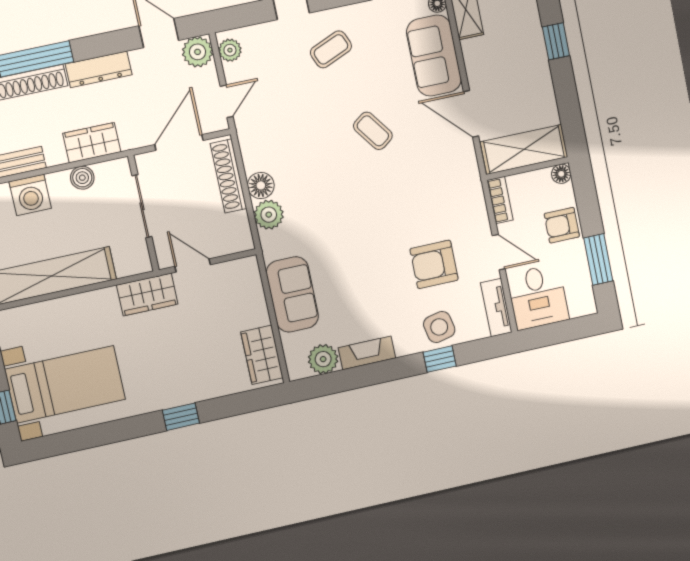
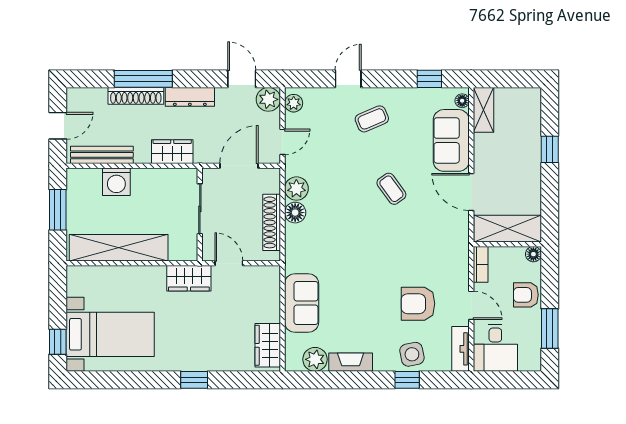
shoe rack: (228, 176) -> (272, 222), moved
boiler: (82, 178) -> (159, 177), removed
plant: (269, 215) -> (296, 189), moved

